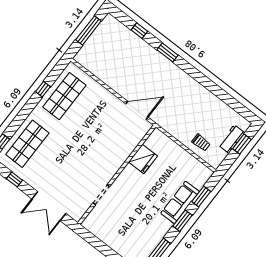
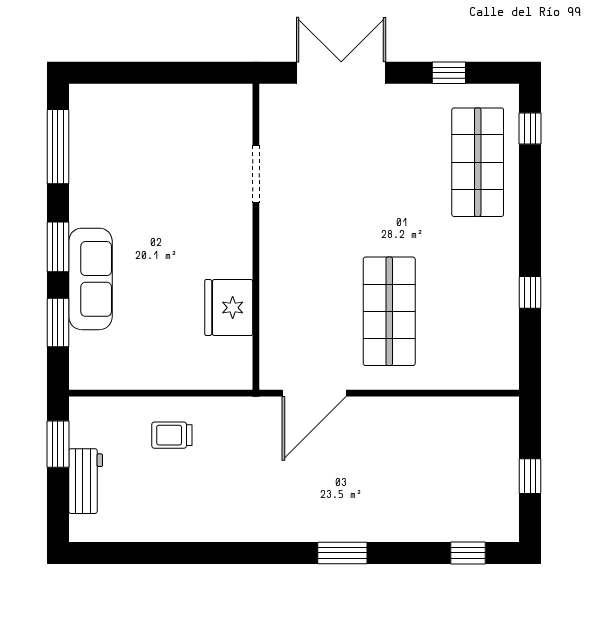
window: (88, 30) -> (530, 476), width x0.46
window: (139, 31) -> (468, 553), moved
shop shelf: (64, 96) -> (389, 311), moved
trolley: (201, 143) -> (172, 435), moved
window: (242, 144) -> (58, 444), moved

